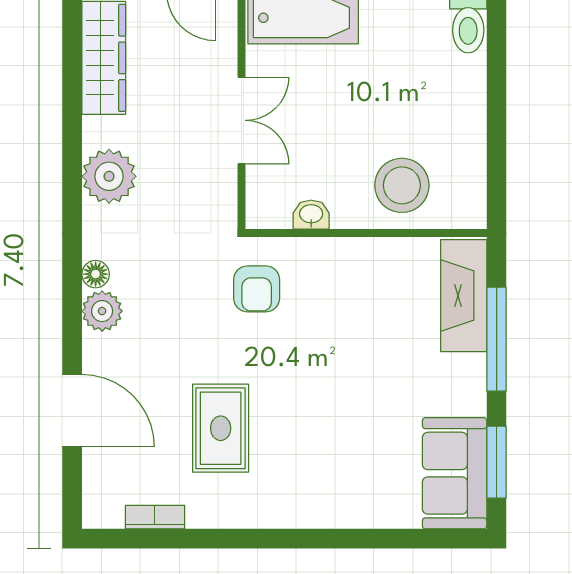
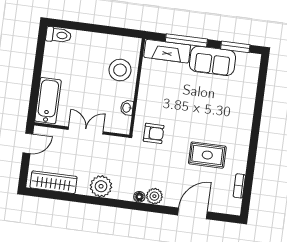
sofa: (455, 473) -> (212, 61), moved

